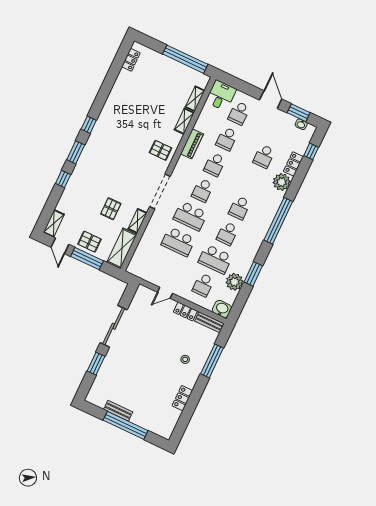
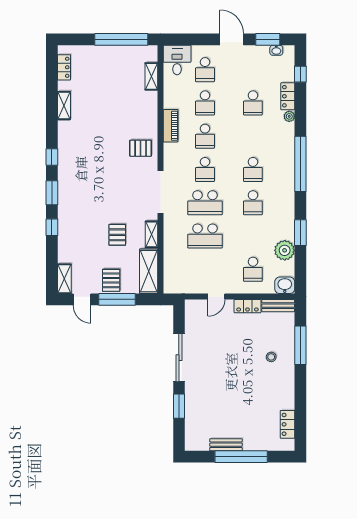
shelving: (184, 121) -> (64, 106), moved
plant: (282, 182) -> (289, 116), width x0.53, depth x0.53
pallet: (89, 242) -> (111, 280), turned 90
school desk: (215, 259) -> (253, 236), removed
locker: (182, 398) -> (288, 424), moved

